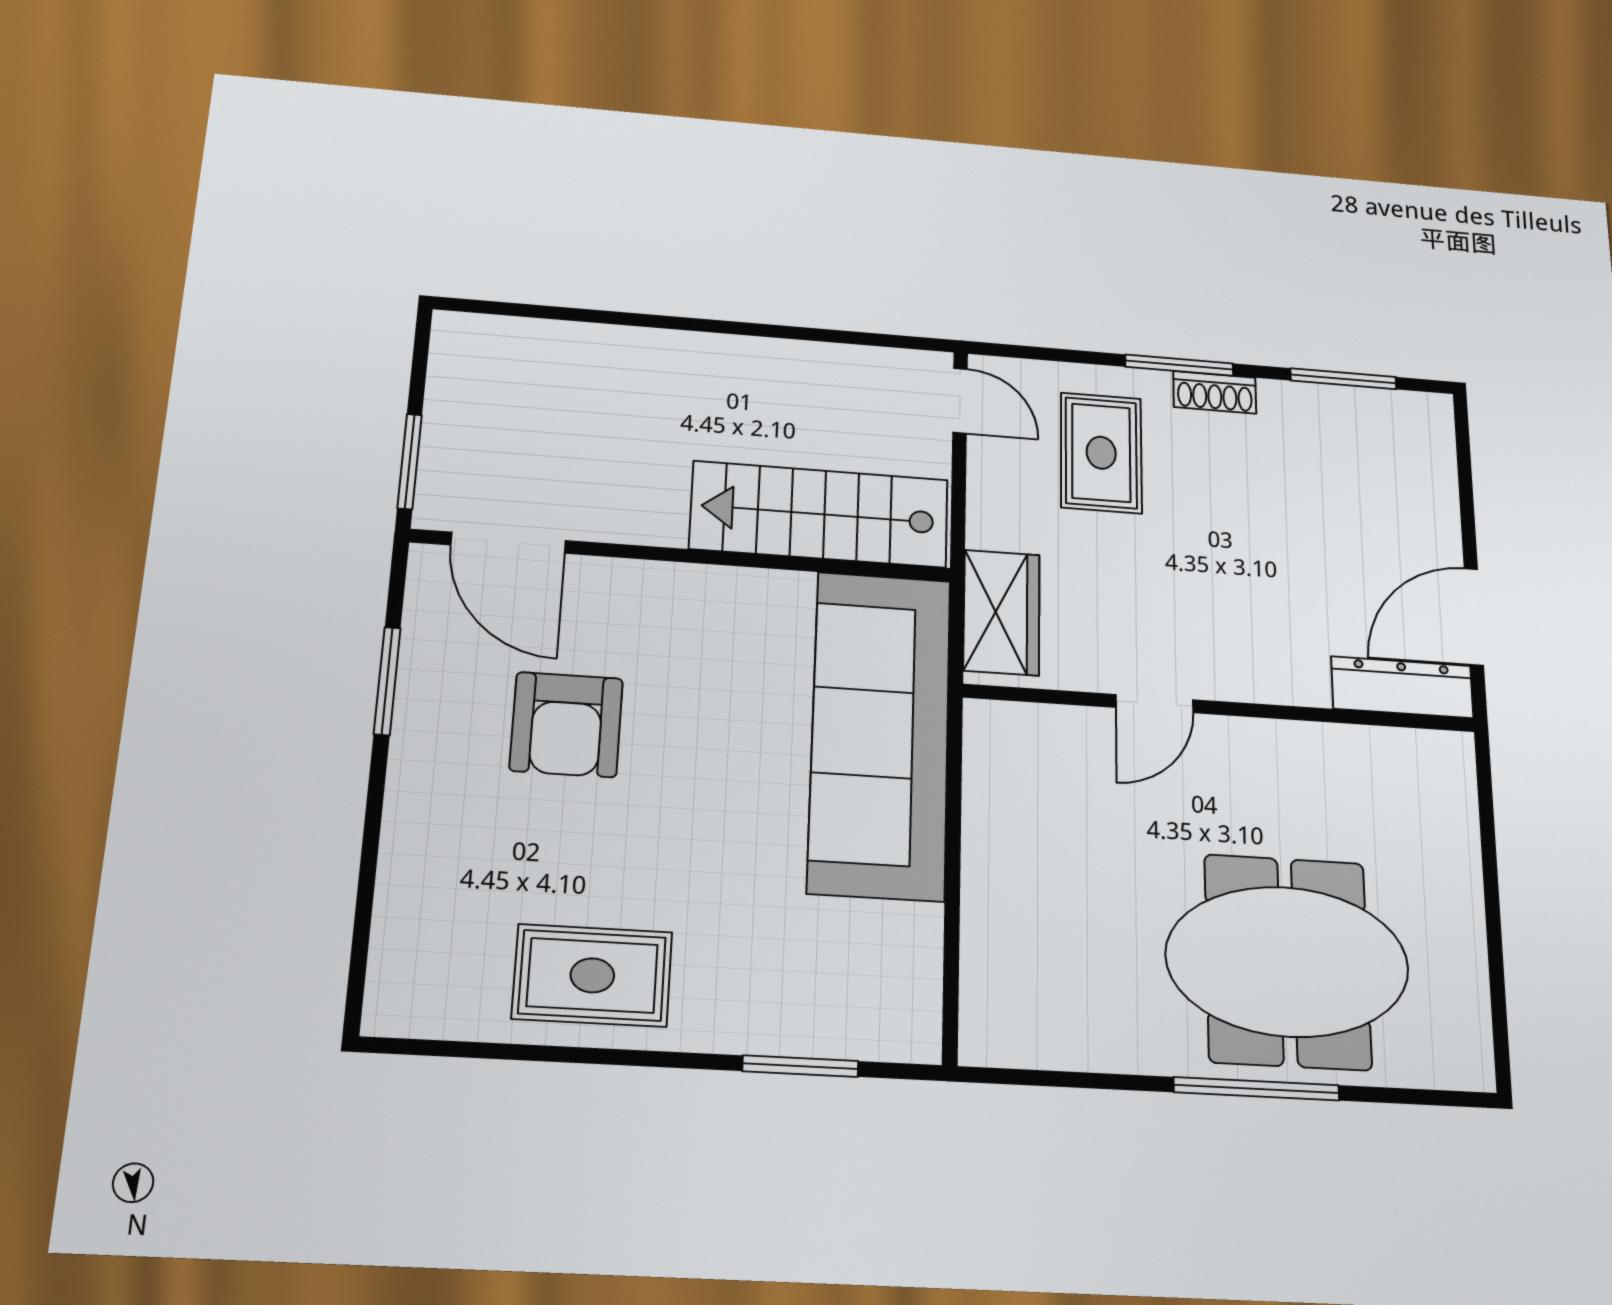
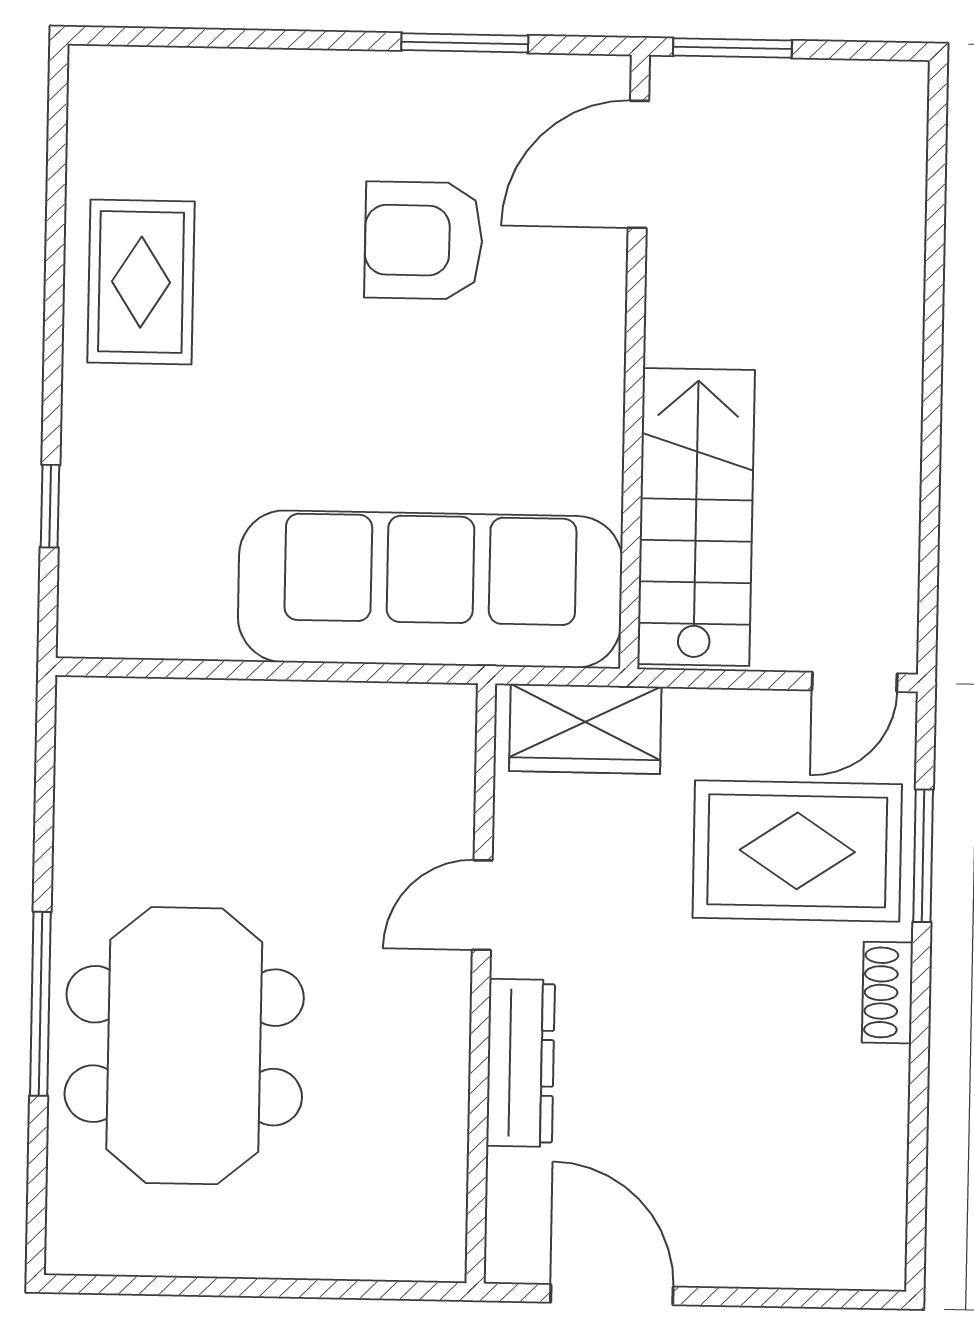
window: (1179, 365) -> (923, 856), moved
window: (1343, 379) -> (917, 1154), removed
rug: (1101, 453) -> (797, 851), width x1.36, depth x1.43
dresser: (1402, 687) -> (521, 1063), moved
door: (1154, 704) -> (482, 905), hinge flipped
window: (800, 1066) -> (50, 506), width x0.67

